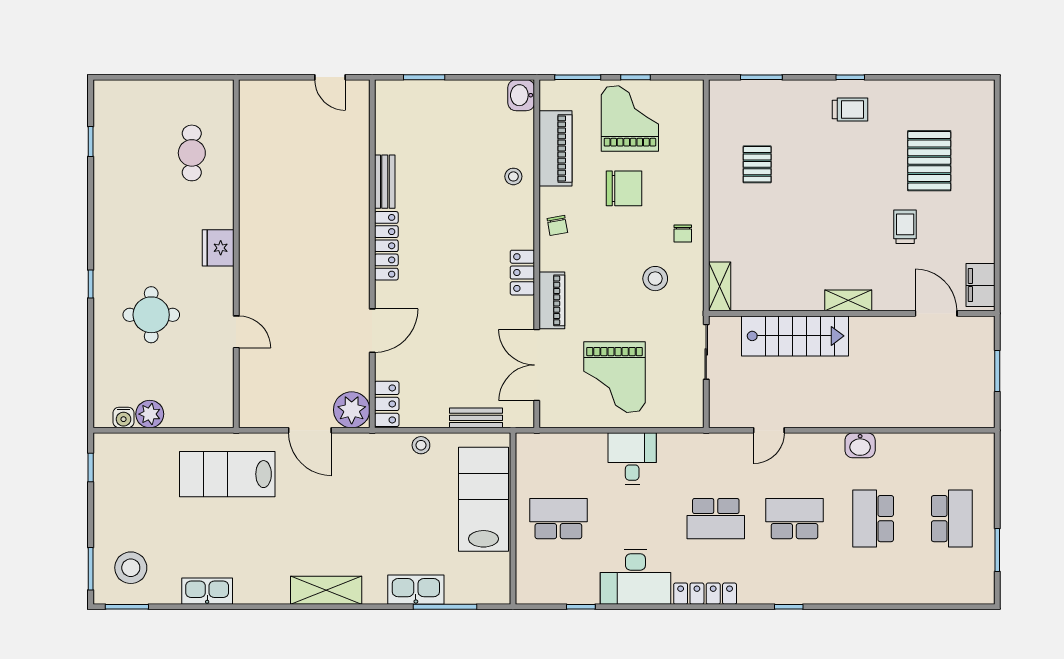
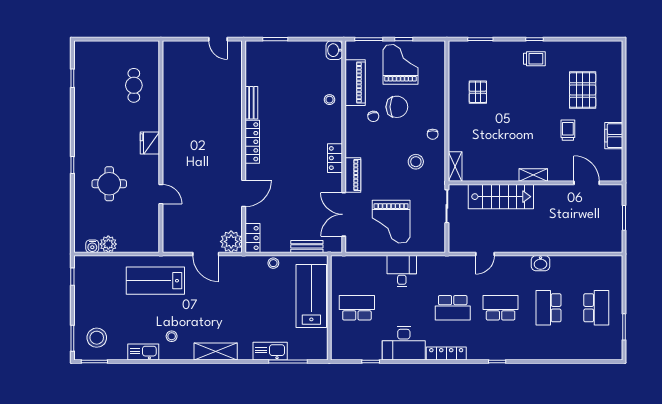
chair: (557, 225) -> (373, 116), moved
filing cabinet: (980, 285) -> (614, 136), moved
stool: (254, 565) -> (172, 336), added

